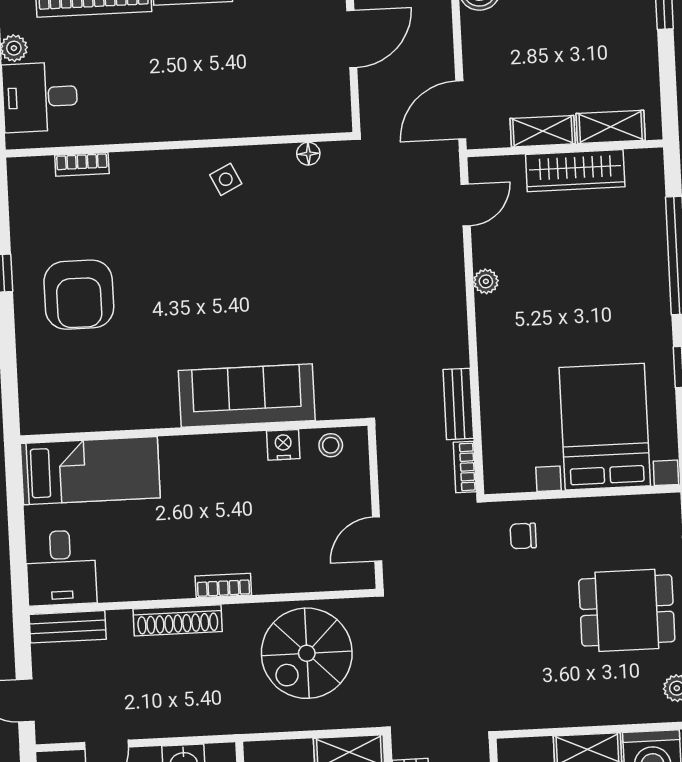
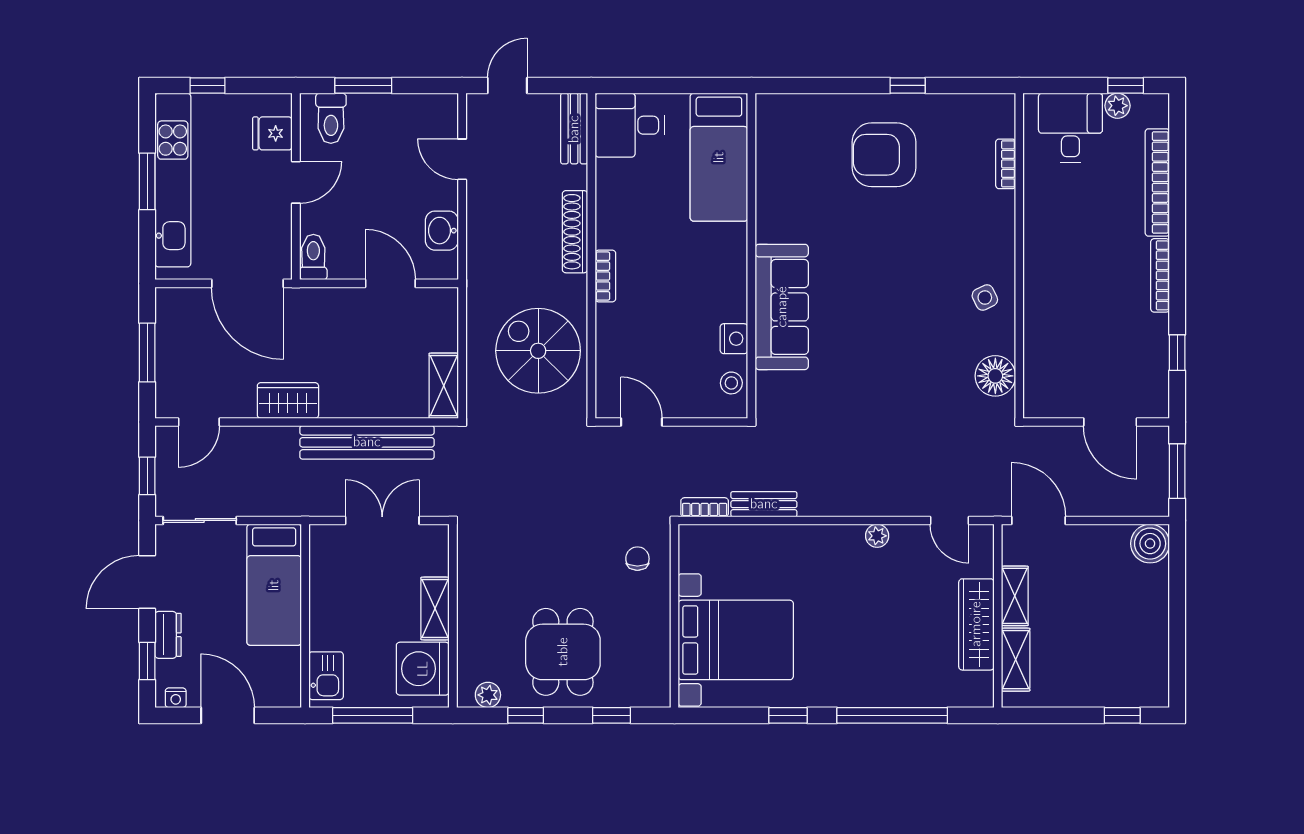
floor lamp: (308, 154) -> (995, 376), width x1.89, depth x1.89

